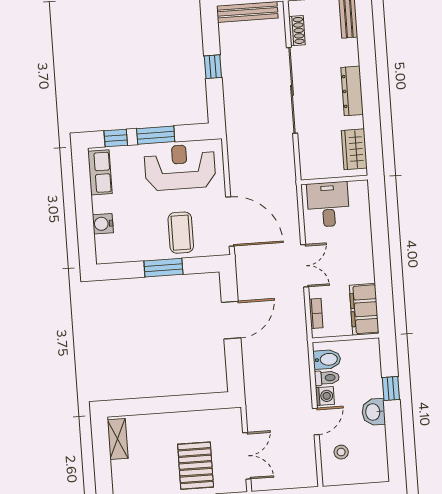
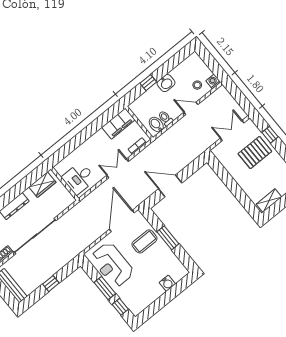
row of seats: (100, 172) -> (143, 303), removed
washing machine: (325, 396) -> (213, 81), moved

